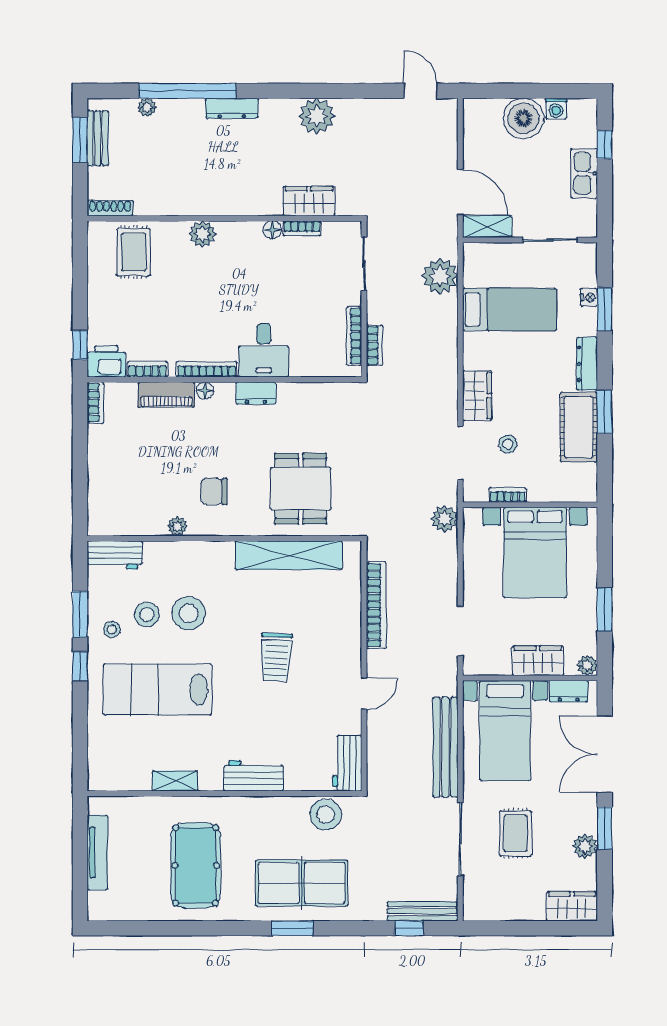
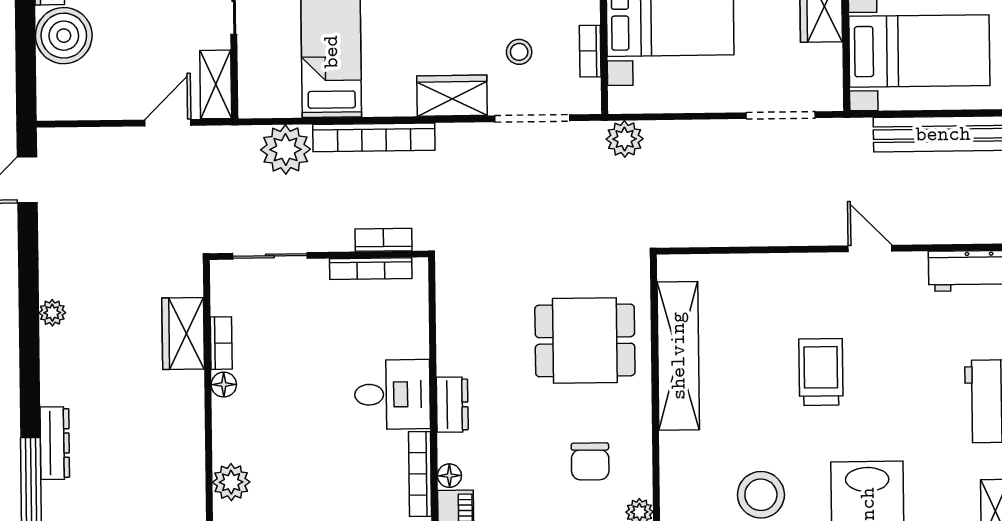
plant: (317, 116) -> (52, 313), width x0.53, depth x0.53
door: (460, 192) -> (168, 123), width x0.73
bookcase: (376, 605) -> (374, 137), moved, turned 180
trolley: (276, 657) -> (821, 372), turned -93

